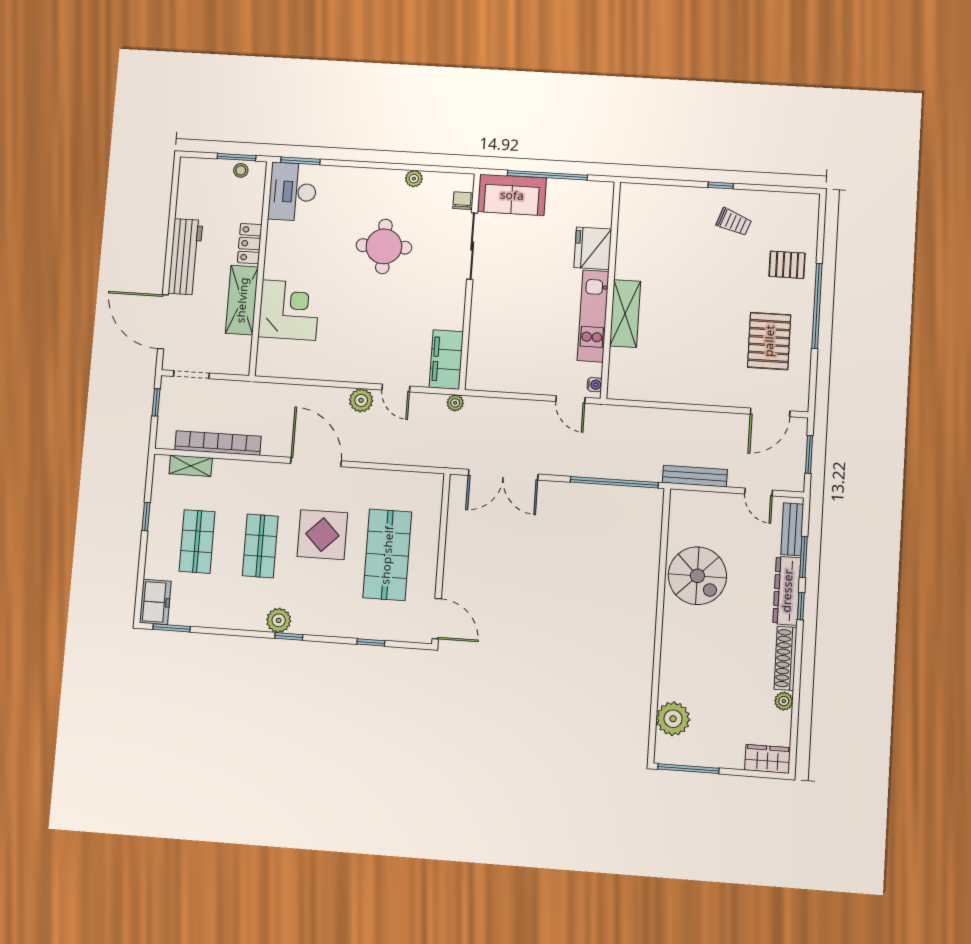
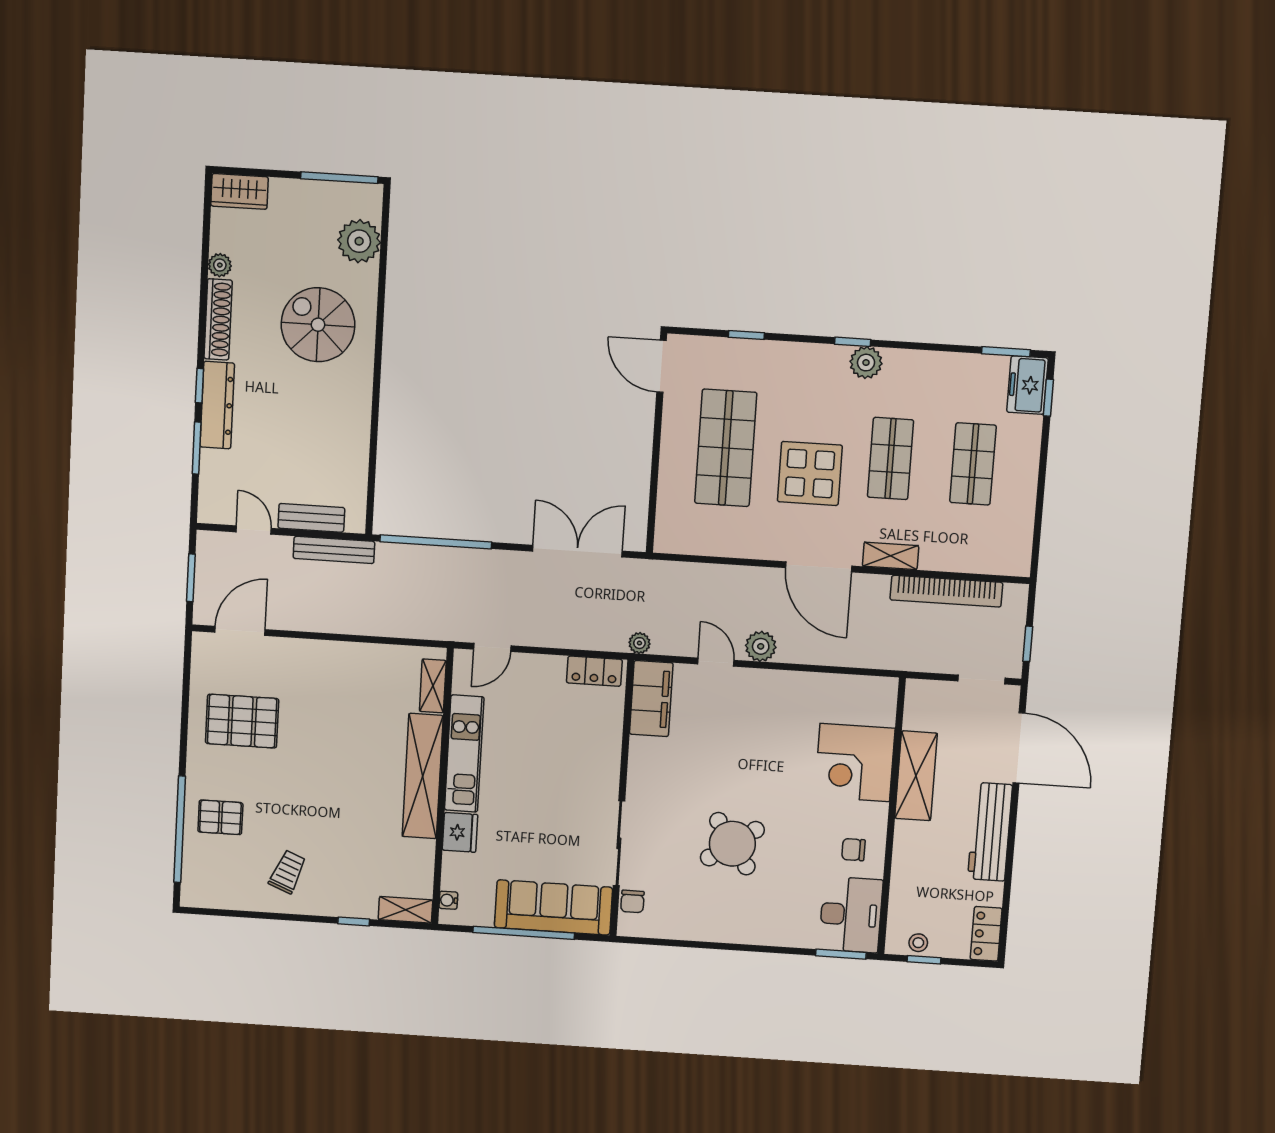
window: (236, 157) -> (924, 960), width x0.67
plant: (414, 179) -> (694, 930), removed
window: (721, 185) -> (354, 921), moved
shelving: (640, 193) -> (405, 910), added
sofa: (512, 195) -> (553, 907), width x1.36
trolley: (734, 222) -> (288, 872), turned 92
chair: (290, 242) -> (853, 850), added
locker: (250, 244) -> (986, 934), moved, turned 180
round table: (384, 246) -> (732, 844), turned -35
fridge: (593, 248) -> (460, 832), width x0.73, depth x0.75
window: (817, 306) -> (180, 829), moved
shelving: (625, 314) -> (423, 776), width x1.47
pallet: (769, 341) -> (242, 721), turned 90
shelving: (618, 369) -> (433, 686), added
locker: (491, 381) -> (594, 671), added
water cooler: (595, 385) -> (448, 900), moved
door: (570, 399) -> (492, 647), swing flipped
shelving: (191, 466) -> (891, 556), moved
window: (146, 517) -> (1048, 398), moved
bench: (792, 529) -> (311, 518), moved, turned 90
spiral stairs: (697, 576) -> (318, 325), moved

